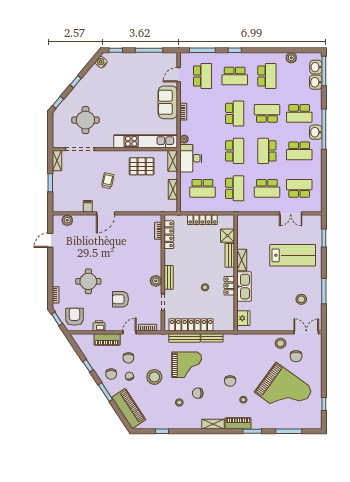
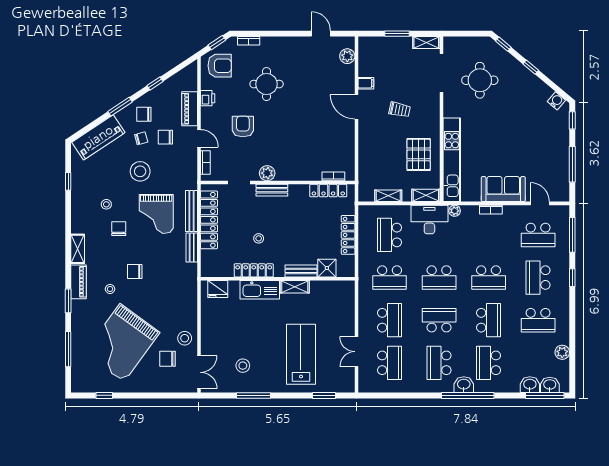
school desk: (267, 188) -> (390, 320), turned 180
lab bench: (293, 255) -> (301, 354), turned 180
locker: (229, 286) -> (254, 270), width x1.53

